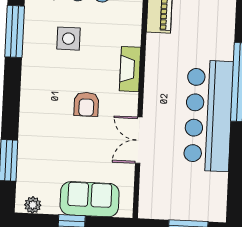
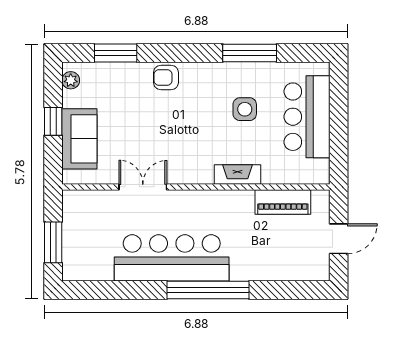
fireplace: (130, 69) -> (238, 174), moved
armchair: (86, 104) -> (166, 78), moved

